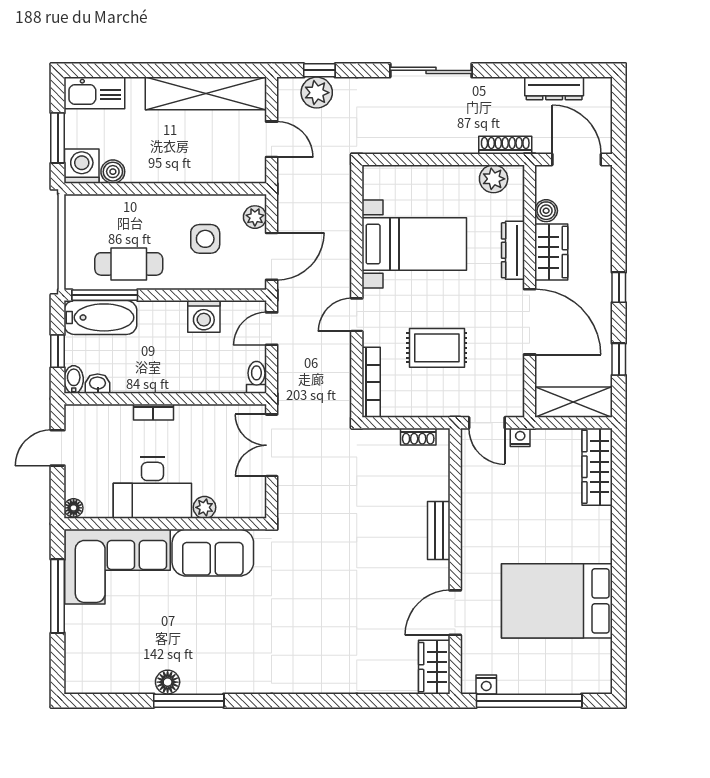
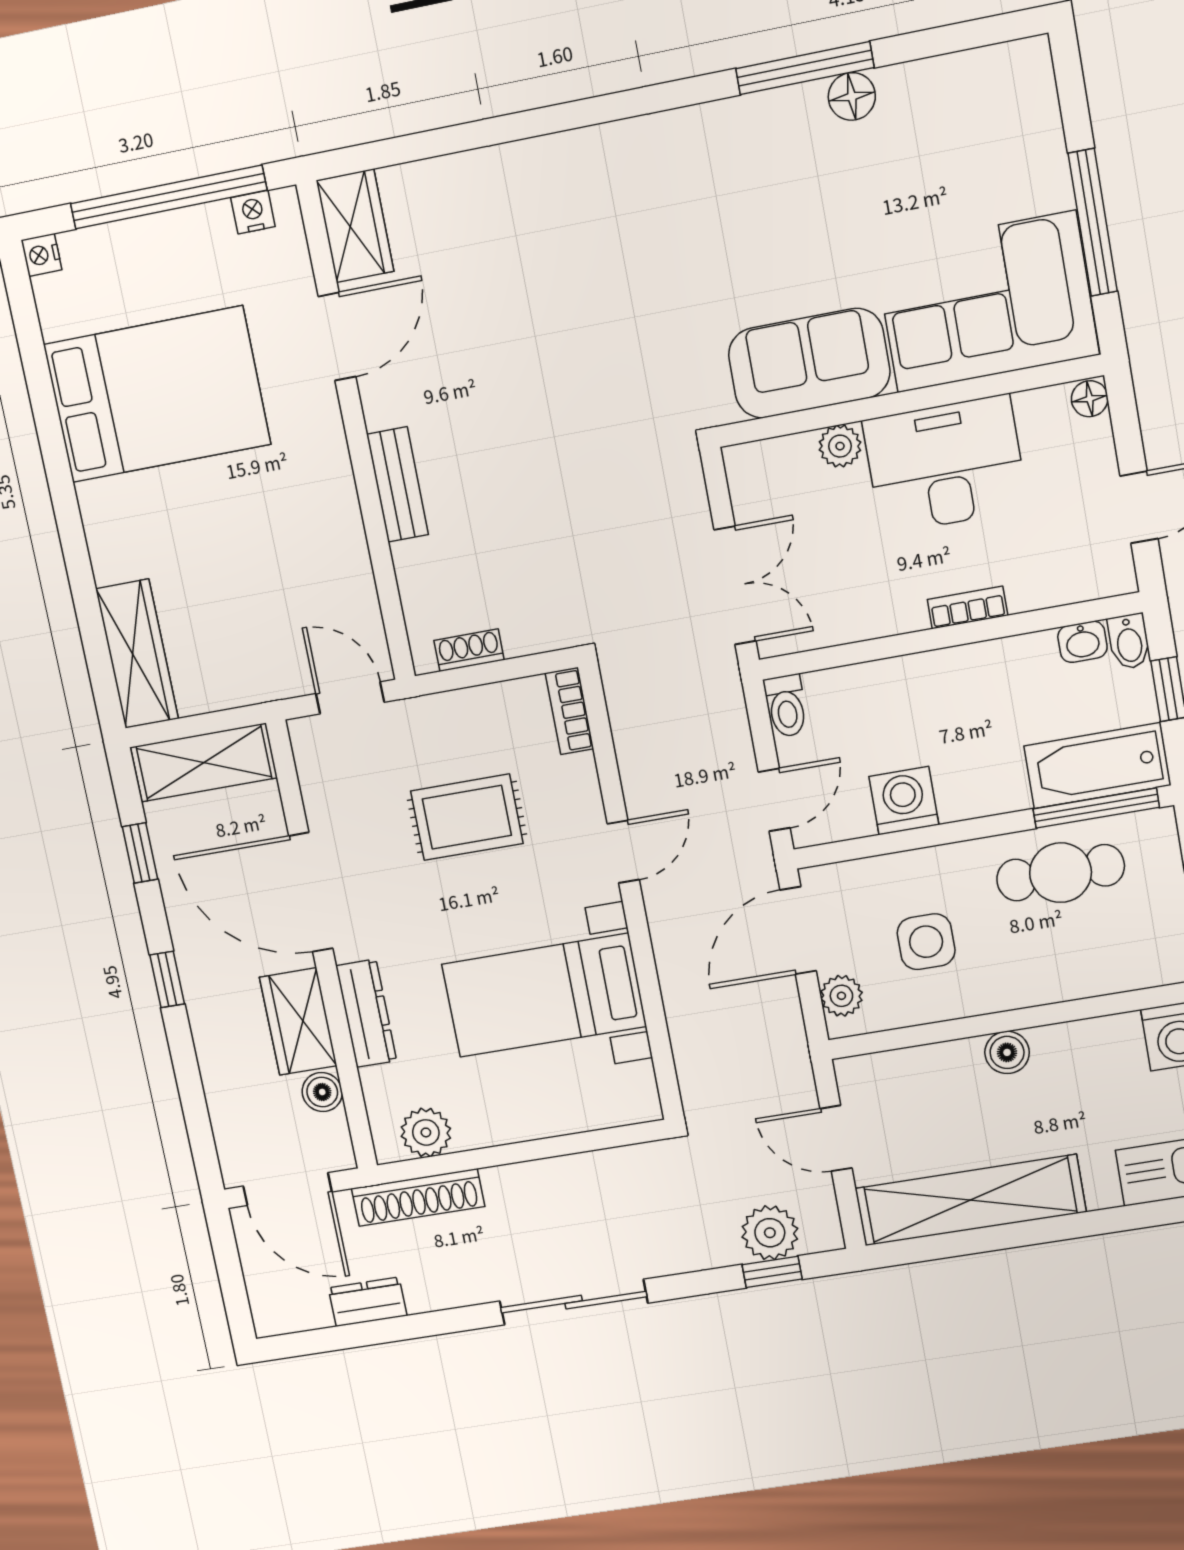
dresser: (554, 88) -> (368, 1302), width x0.70
shoe rack: (505, 145) -> (418, 1197), width x1.36, depth x1.24
boiler: (113, 172) -> (1007, 1052), moved
bookcase: (371, 382) -> (569, 711), width x0.64
nightstand: (520, 437) -> (42, 255), moved, turned 90

